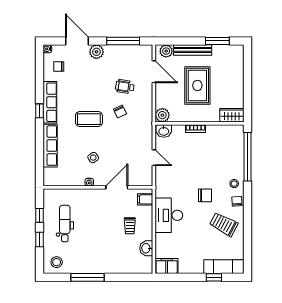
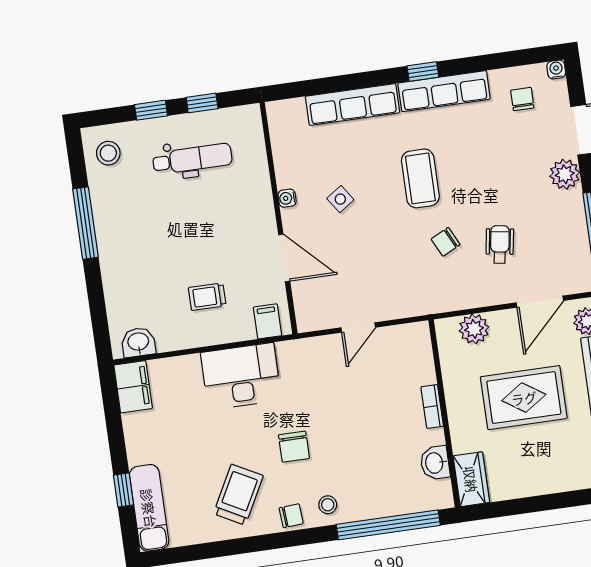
plant: (162, 115) -> (474, 329), moved
washbasin: (164, 131) -> (435, 463), moved
washbasin: (146, 248) -> (138, 342), moved

